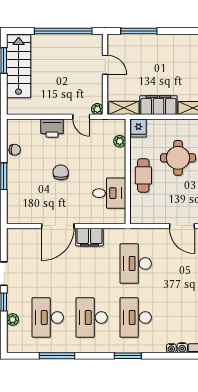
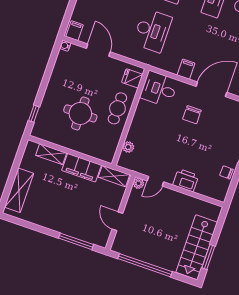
door: (81, 117) -> (155, 181), swing flipped
fridge: (139, 128) -> (132, 78), moved, turned -90
chair: (61, 172) -> (192, 115), moved
desk: (109, 193) -> (159, 89), moved
filing cabinet: (90, 237) -> (186, 69), width x0.50

